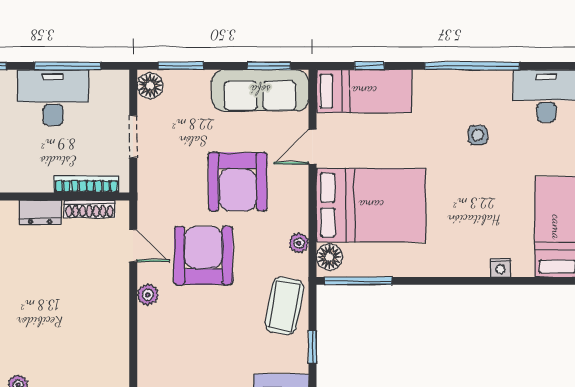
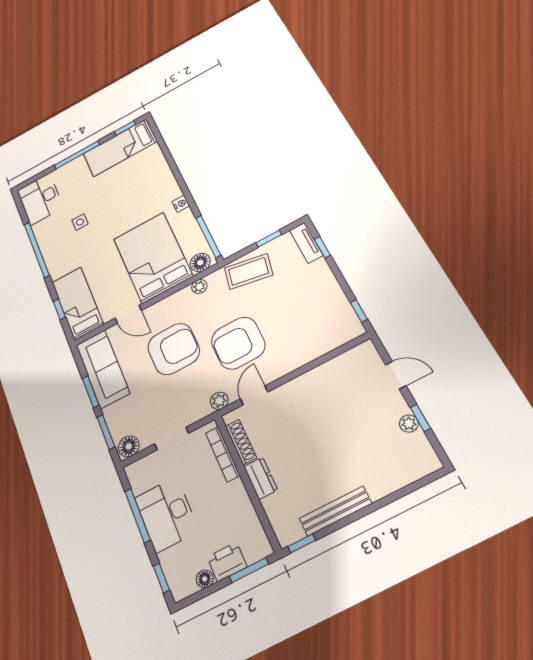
window: (269, 66) -> (91, 392), moved
nightstand: (501, 268) -> (181, 204), moved
plant: (148, 295) -> (219, 401), moved

